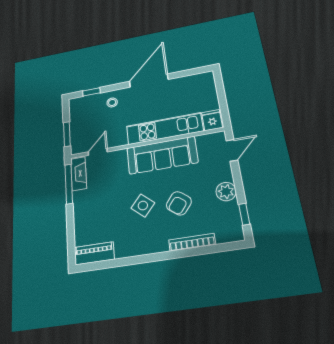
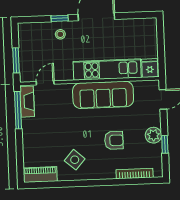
window: (91, 92) -> (60, 18), moved
armchair: (179, 203) -> (114, 140), turned -128
side table: (143, 205) -> (75, 160), moved
window: (244, 214) -> (165, 144), moved
bookcase: (192, 242) -> (135, 174), moved

